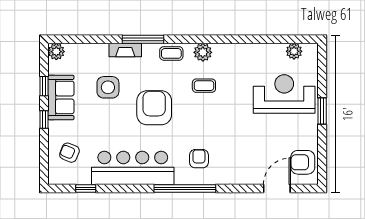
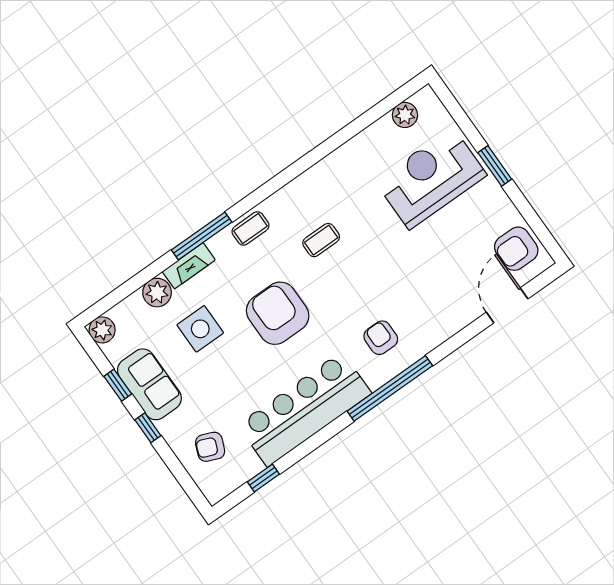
plant: (203, 52) -> (157, 293), moved

